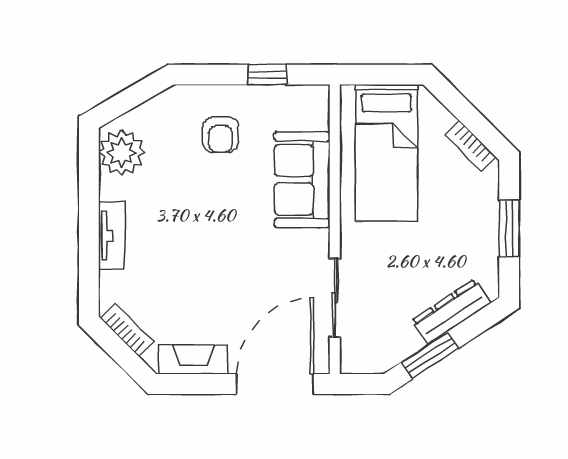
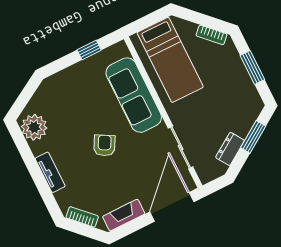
armchair: (221, 135) -> (104, 145), moved, turned -151
sofa: (302, 180) -> (134, 95), width x1.36
dresser: (451, 312) -> (230, 149), moved, width x0.70
window: (430, 355) -> (253, 137), moved

